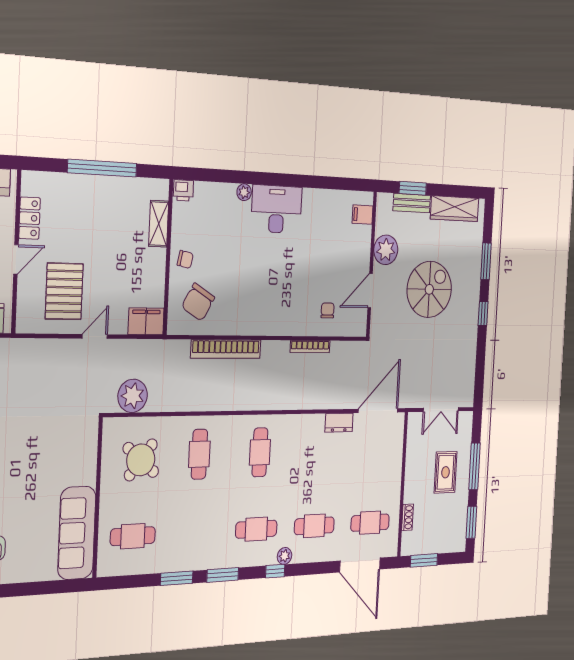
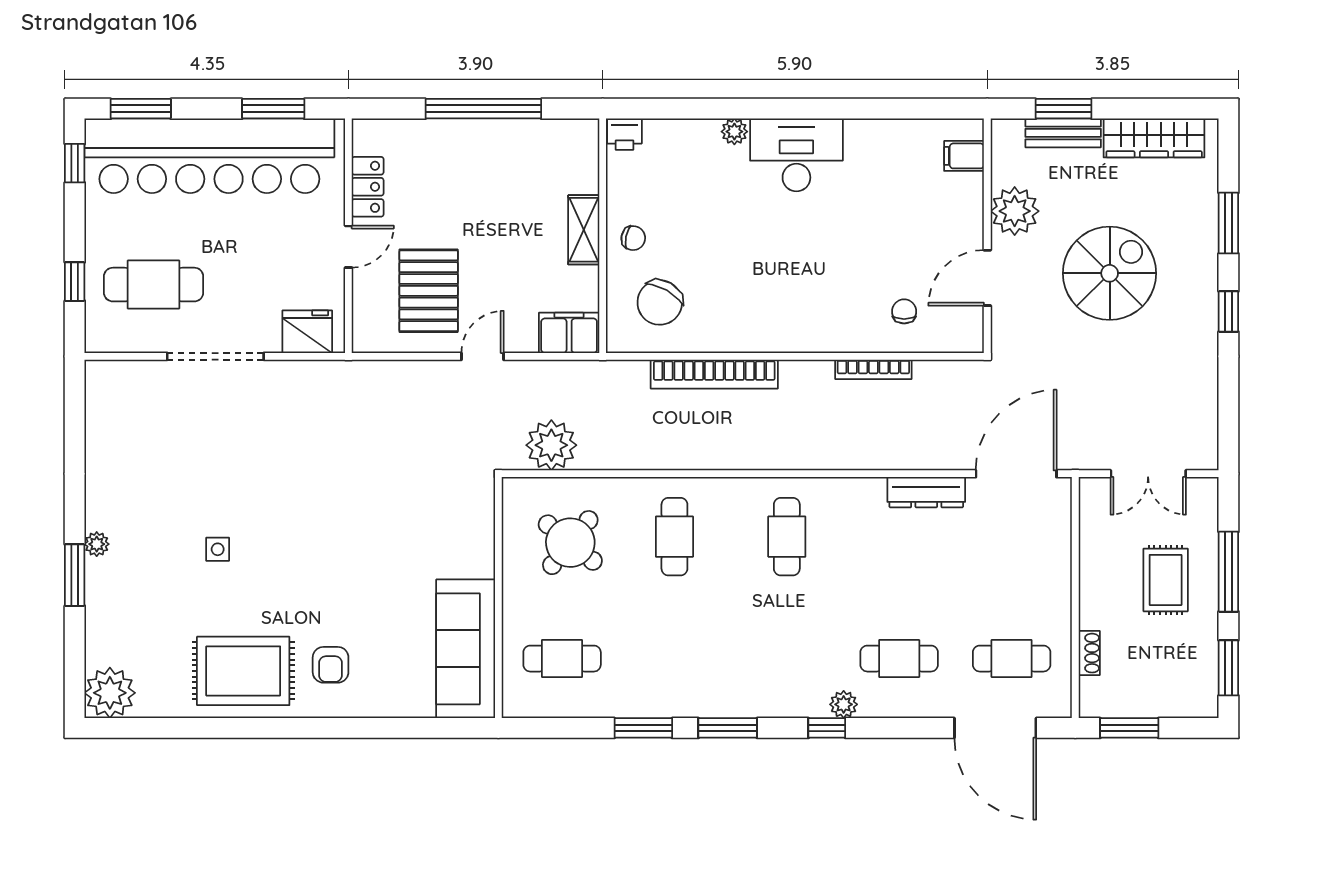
shelving: (159, 224) -> (584, 230), moved
dresser: (339, 423) -> (926, 492), width x1.44
cafe table: (256, 529) -> (787, 659), removed

